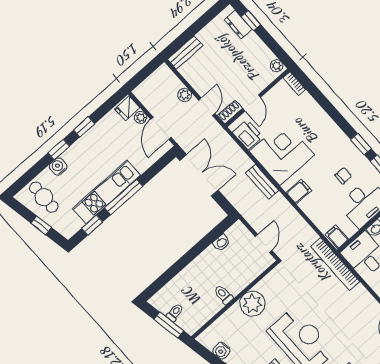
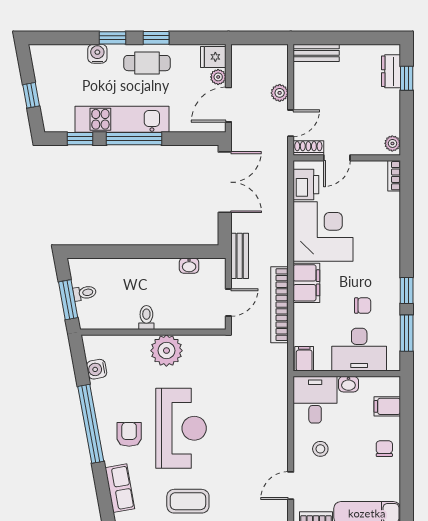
bench: (262, 182) -> (240, 256), moved
filing cabinet: (299, 192) -> (306, 283), width x2.00
cafe table: (44, 197) -> (147, 63), moved, turned 90
bookcase: (335, 264) -> (280, 305), moved

